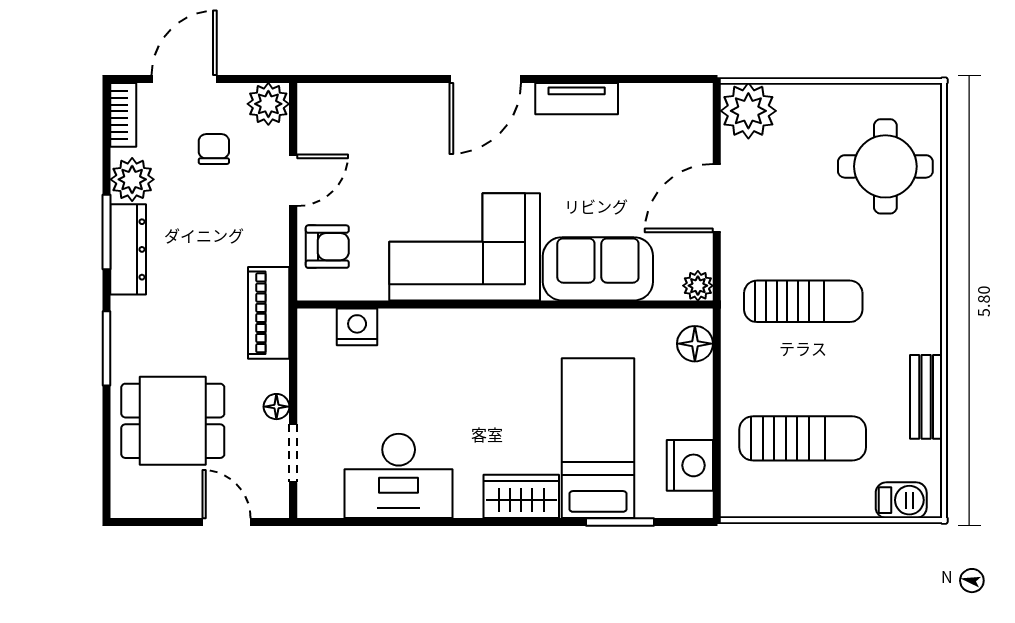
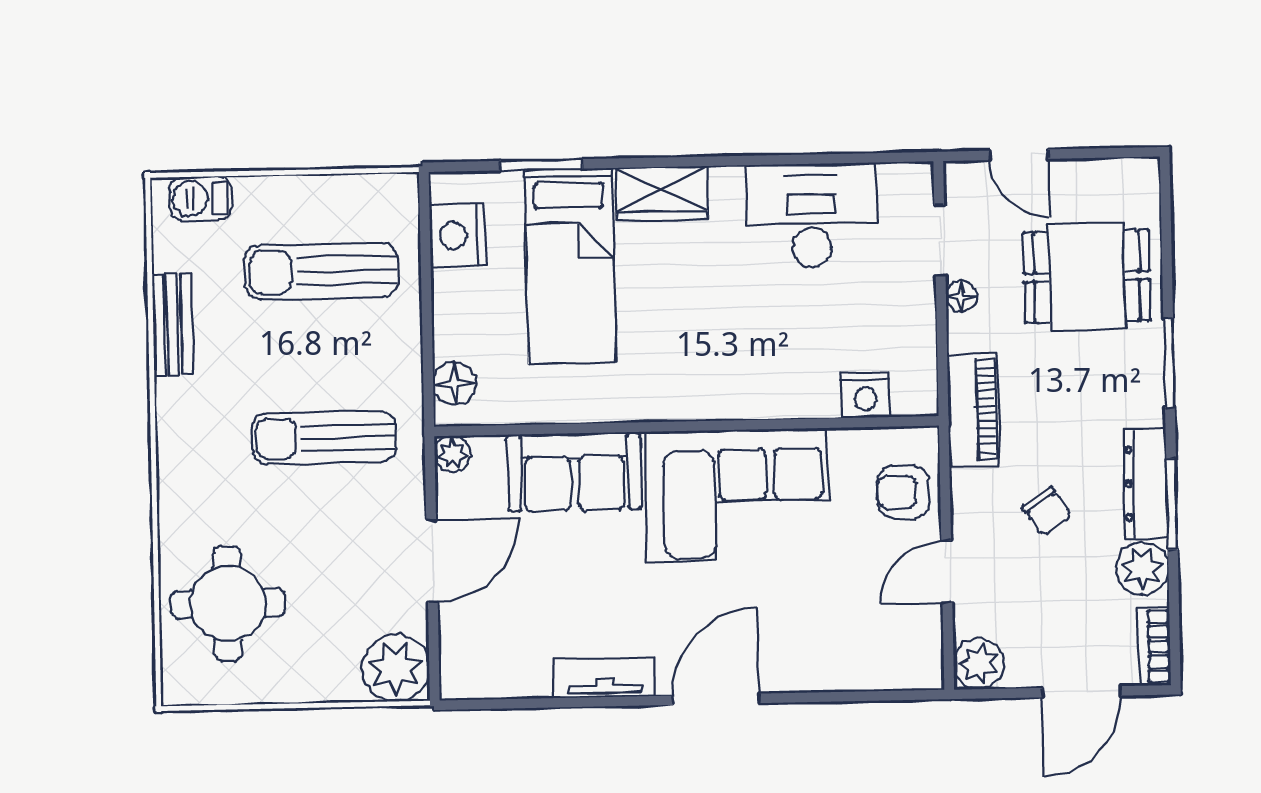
chair: (214, 149) -> (1047, 511), moved, turned -35

